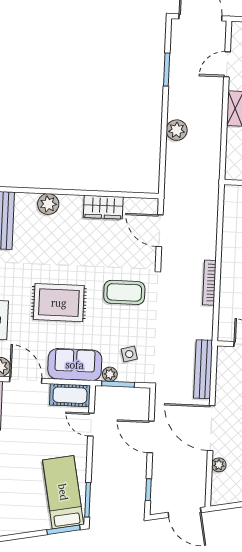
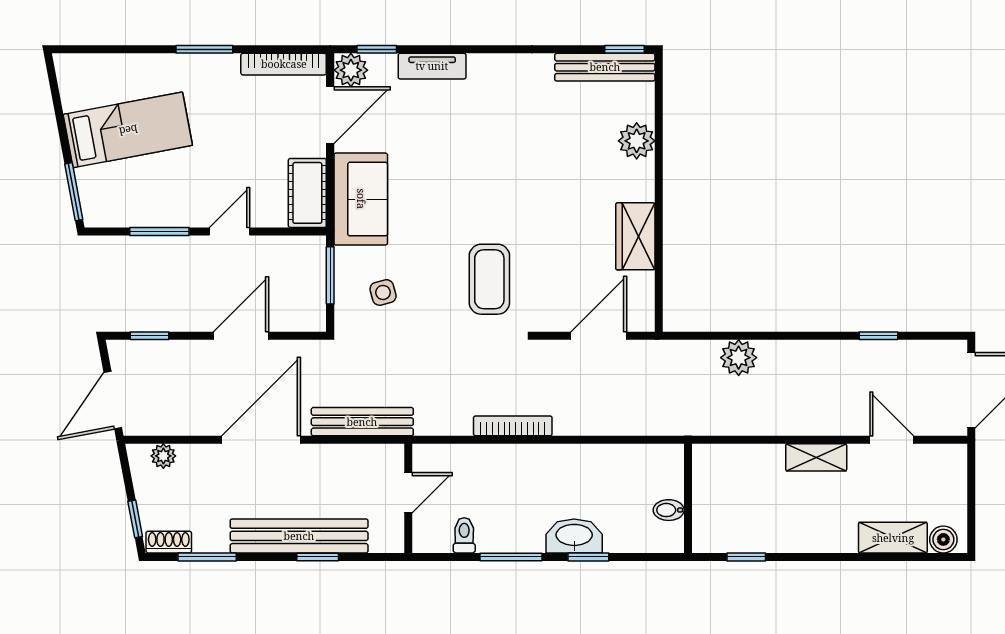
window: (167, 69) -> (878, 336), width x0.67
plant: (177, 130) -> (739, 358), moved
rug: (59, 303) -> (467, 167), removed
plant: (110, 374) -> (347, 260), removed
door: (91, 425) -> (230, 232), moved
plant: (219, 465) -> (163, 456), moved
bed: (63, 492) -> (128, 130), moved
window: (88, 500) -> (159, 232), moved

